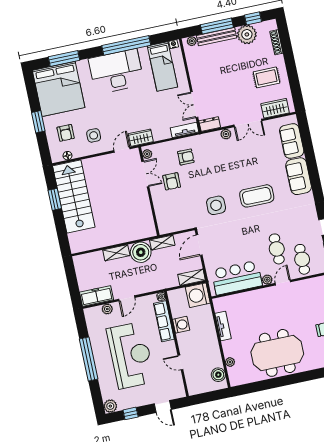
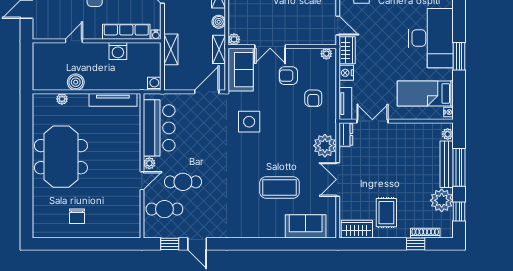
window: (126, 45) -> (459, 56), width x0.47
window: (287, 48) -> (416, 244), added
wardrobe: (275, 108) -> (357, 229), moved, turned -90
nightstand: (159, 134) -> (346, 73), added
plant: (226, 134) -> (325, 146), width x1.88, depth x1.88
double door: (145, 174) -> (270, 47), moved
sofa: (299, 176) -> (241, 70), moved, turned 90
coffee table: (257, 196) -> (280, 188), moved, turned 90
plant: (151, 232) -> (234, 39), added
door: (199, 245) -> (207, 92), hinge flipped
boiler: (141, 252) -> (219, 22), width x0.54, depth x0.54
shelving: (192, 277) -> (171, 49), moved
door: (283, 283) -> (142, 181), hinge flipped
washing machine: (198, 295) -> (154, 84), width x0.53, depth x0.53
tv unit: (223, 326) -> (113, 100), width x1.41
boiler: (218, 375) -> (76, 82), moved

